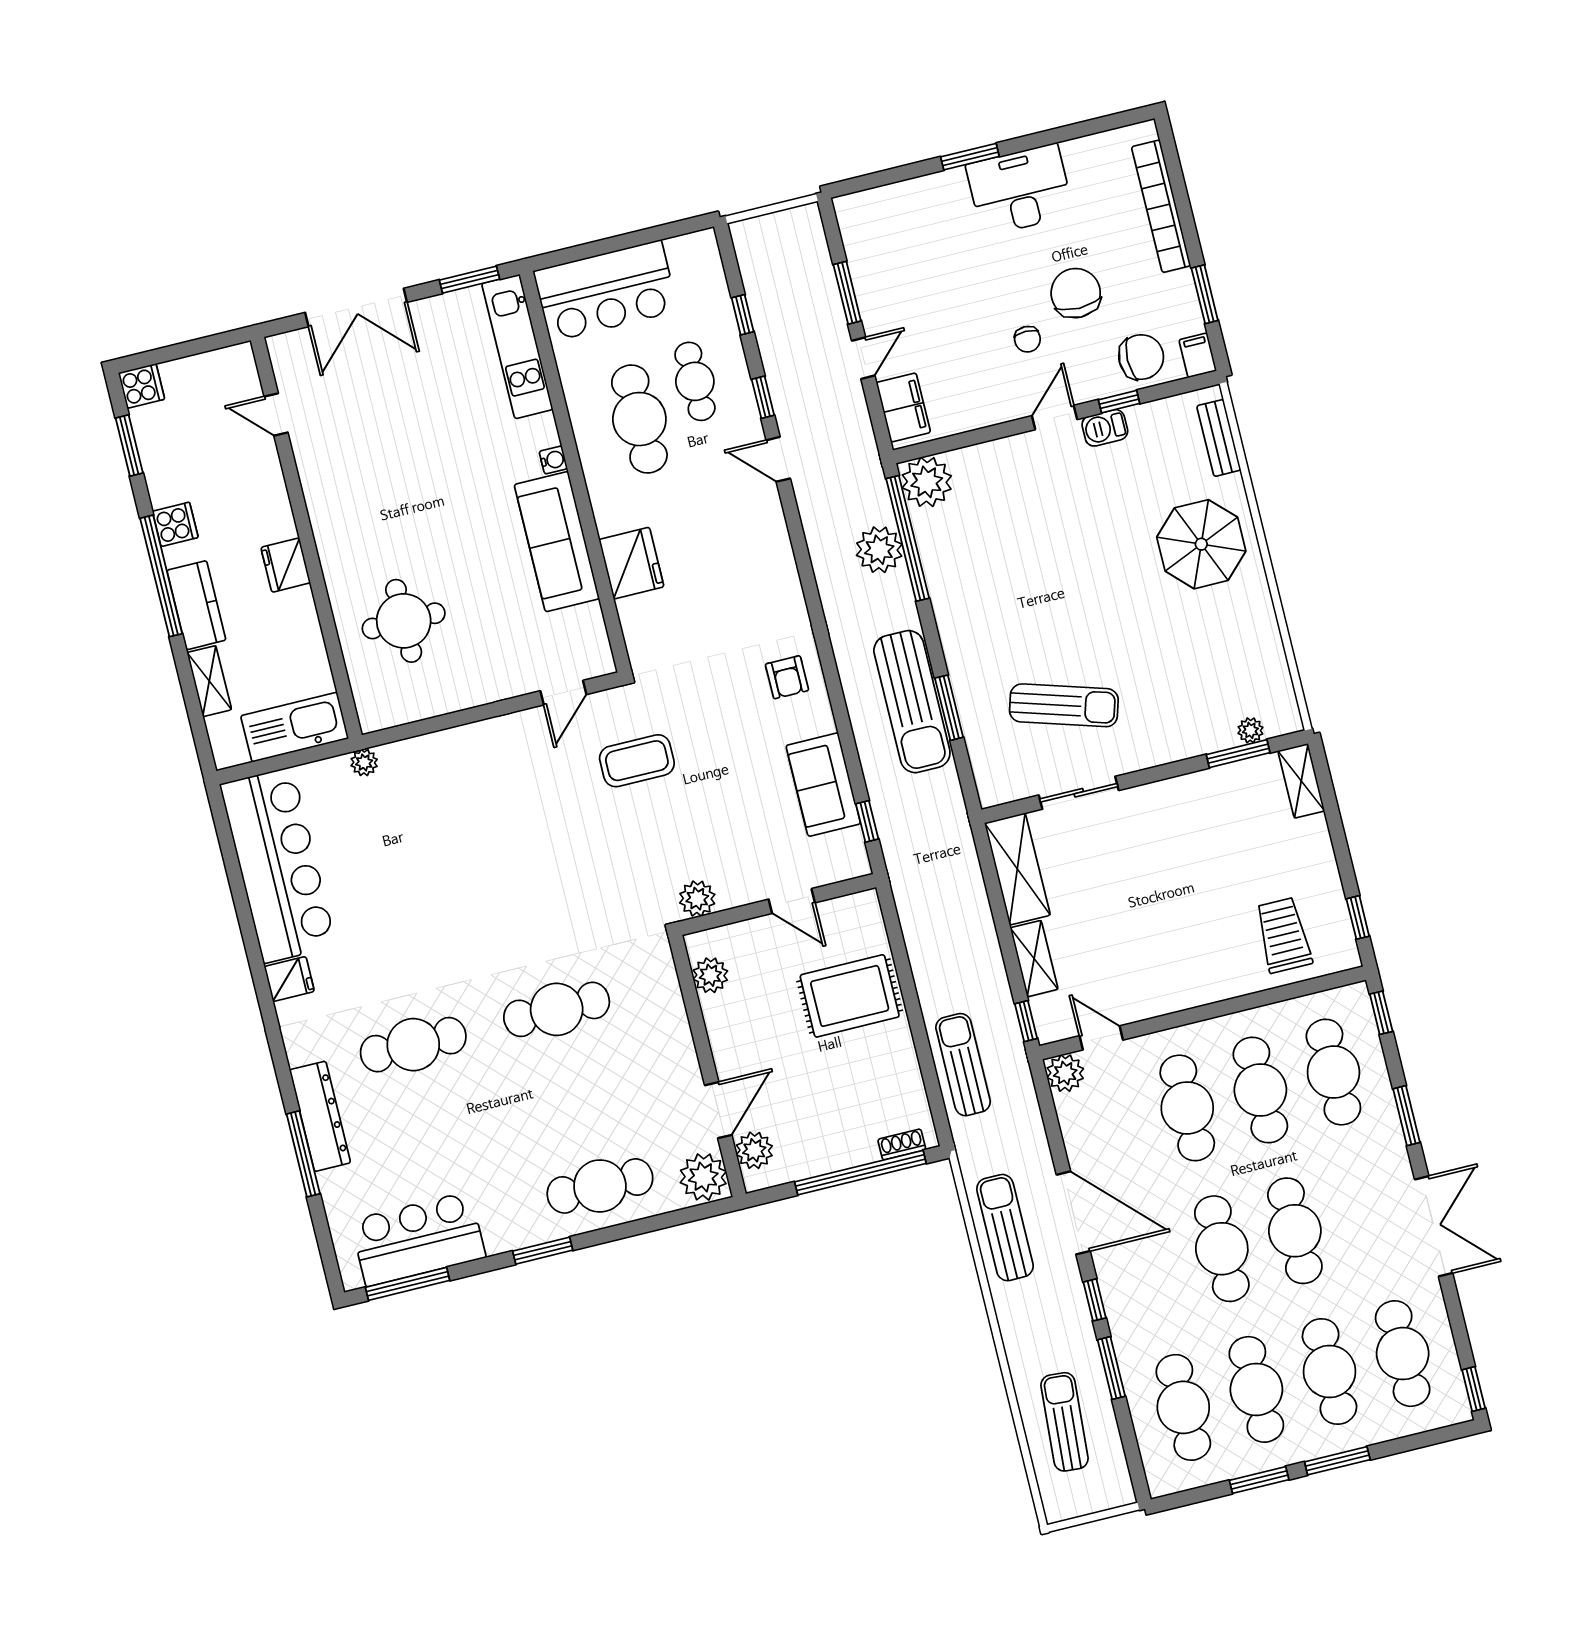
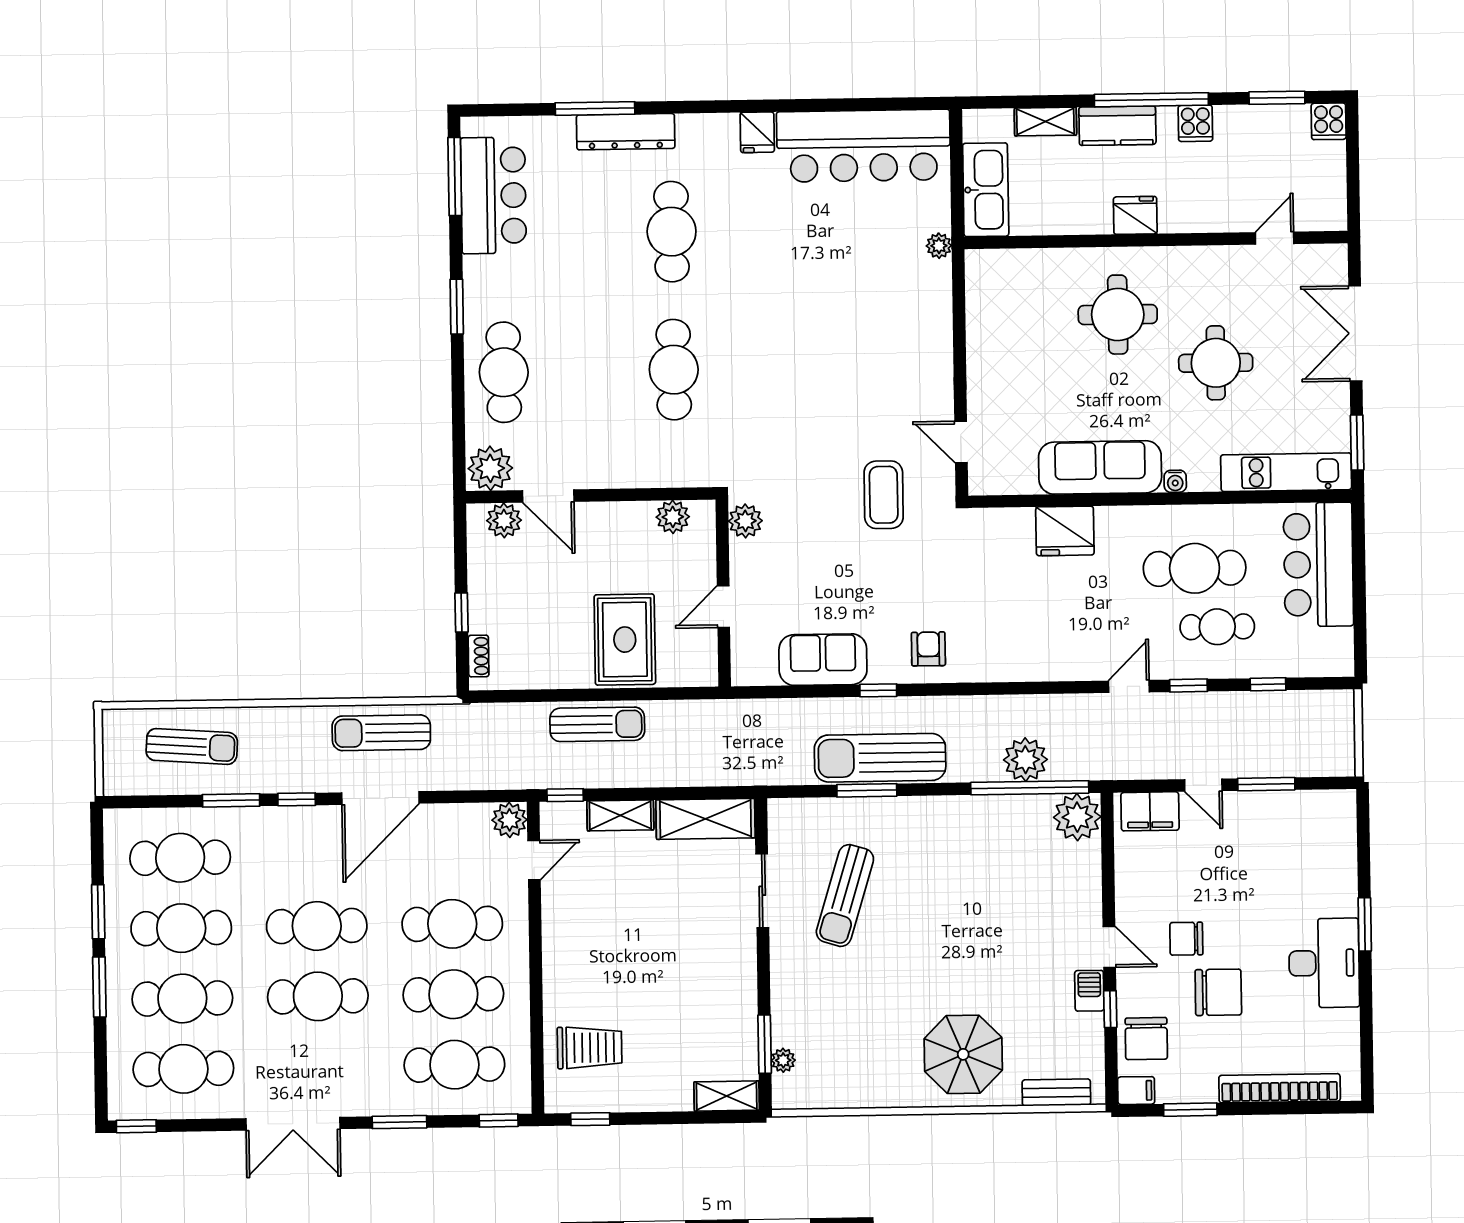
chair: (1027, 339) -> (1186, 939), width x1.37, depth x1.37
round table: (420, 446) -> (1216, 363), added
round table: (404, 621) -> (1118, 315), moved
armchair: (787, 677) -> (928, 649), turned 90
window: (867, 821) -> (878, 690), moved
sun lounger: (963, 1065) -> (597, 724), moved
window: (860, 1173) -> (462, 612), width x0.32
sun lounger: (1005, 1228) -> (381, 733), turned 180

